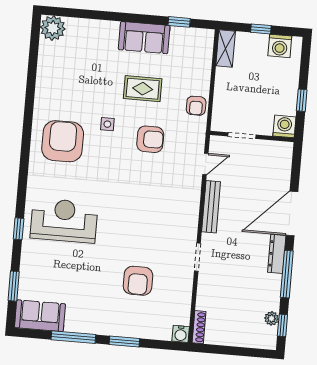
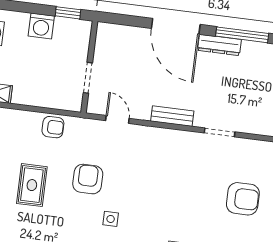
window: (302, 100) -> (68, 13), moved
side table: (107, 124) -> (111, 219), moved
washing machine: (284, 126) -> (41, 26), moved, turned -90
bench: (211, 207) -> (172, 116), width x0.73

